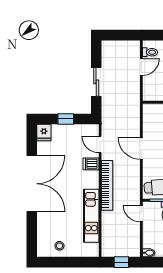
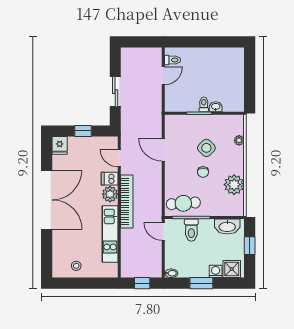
door: (141, 148) -> (163, 150), moved
plant: (91, 178) -> (110, 194), added

